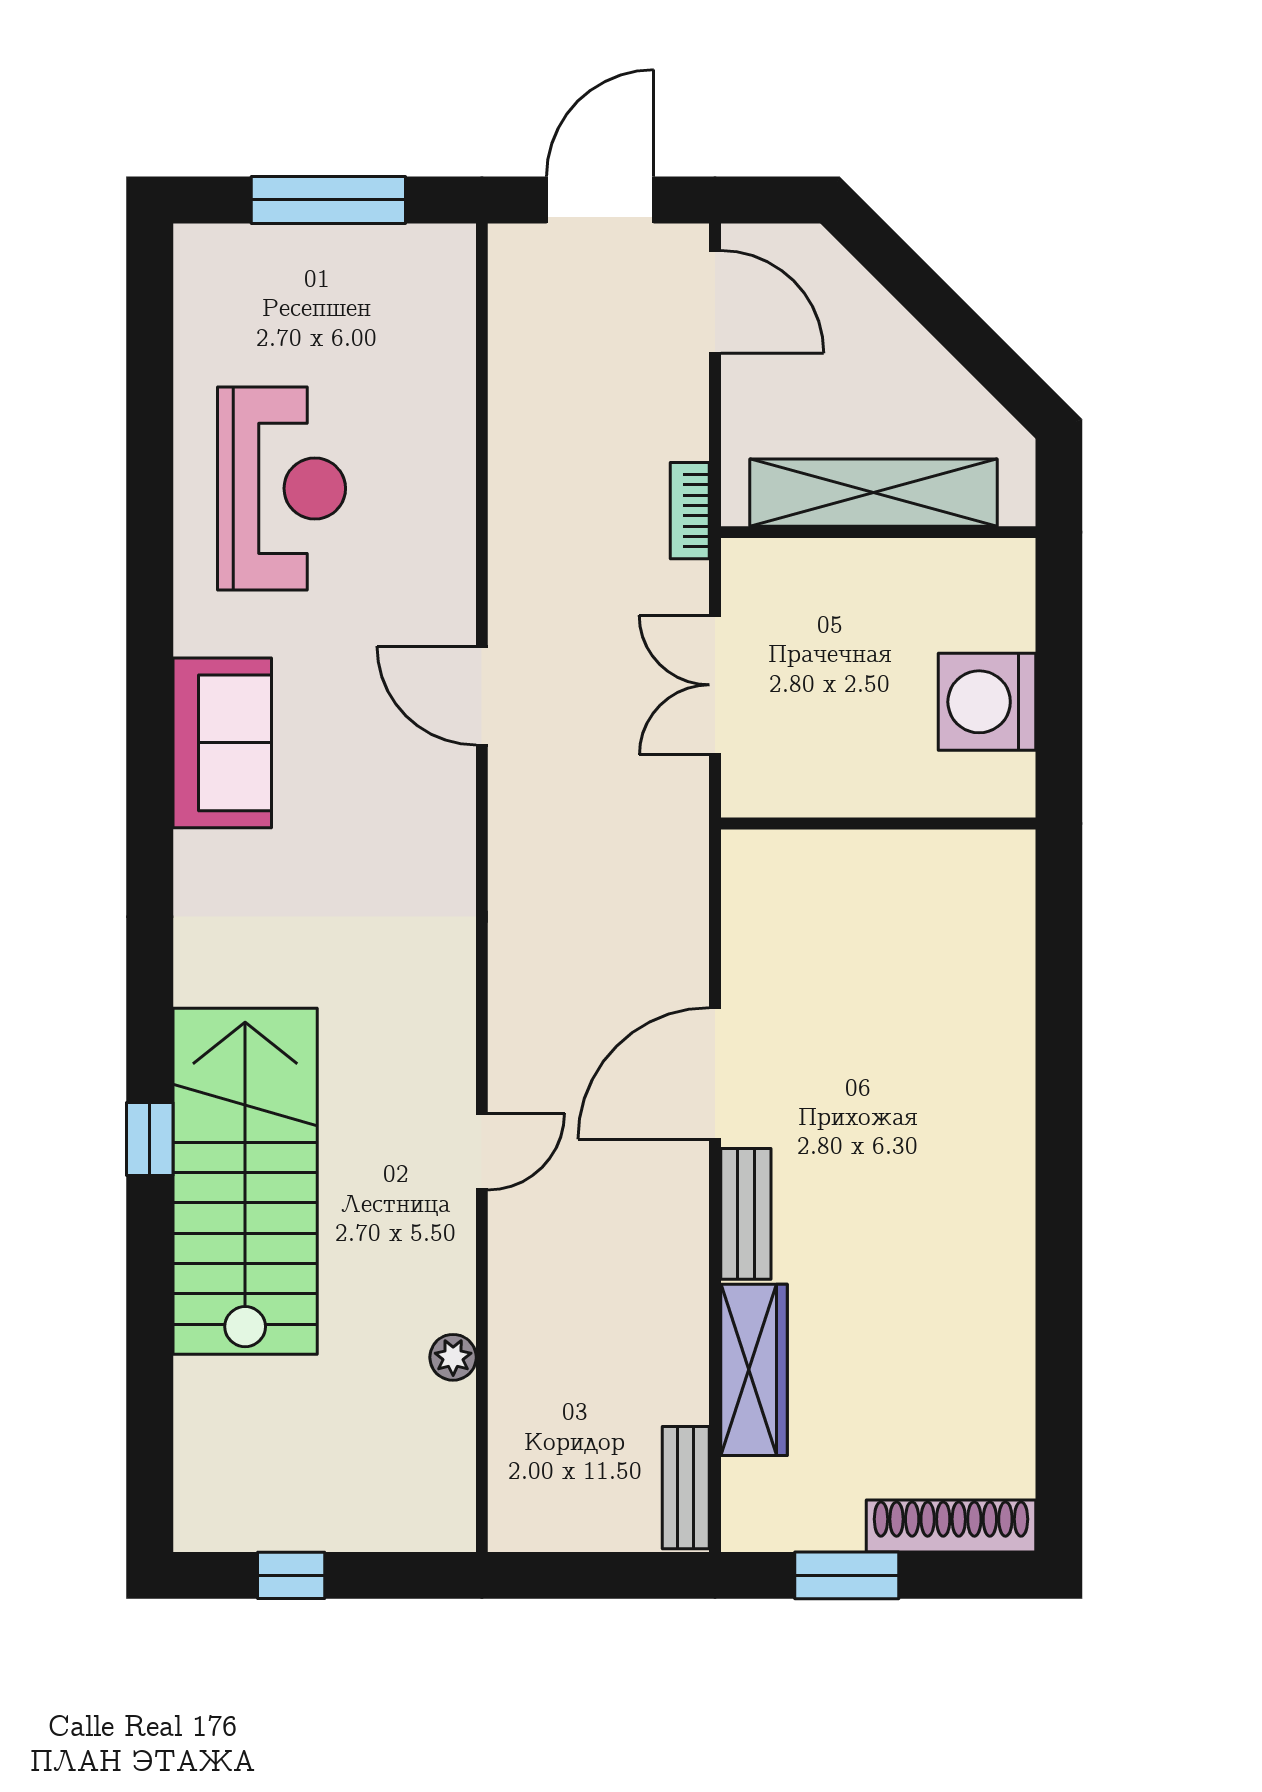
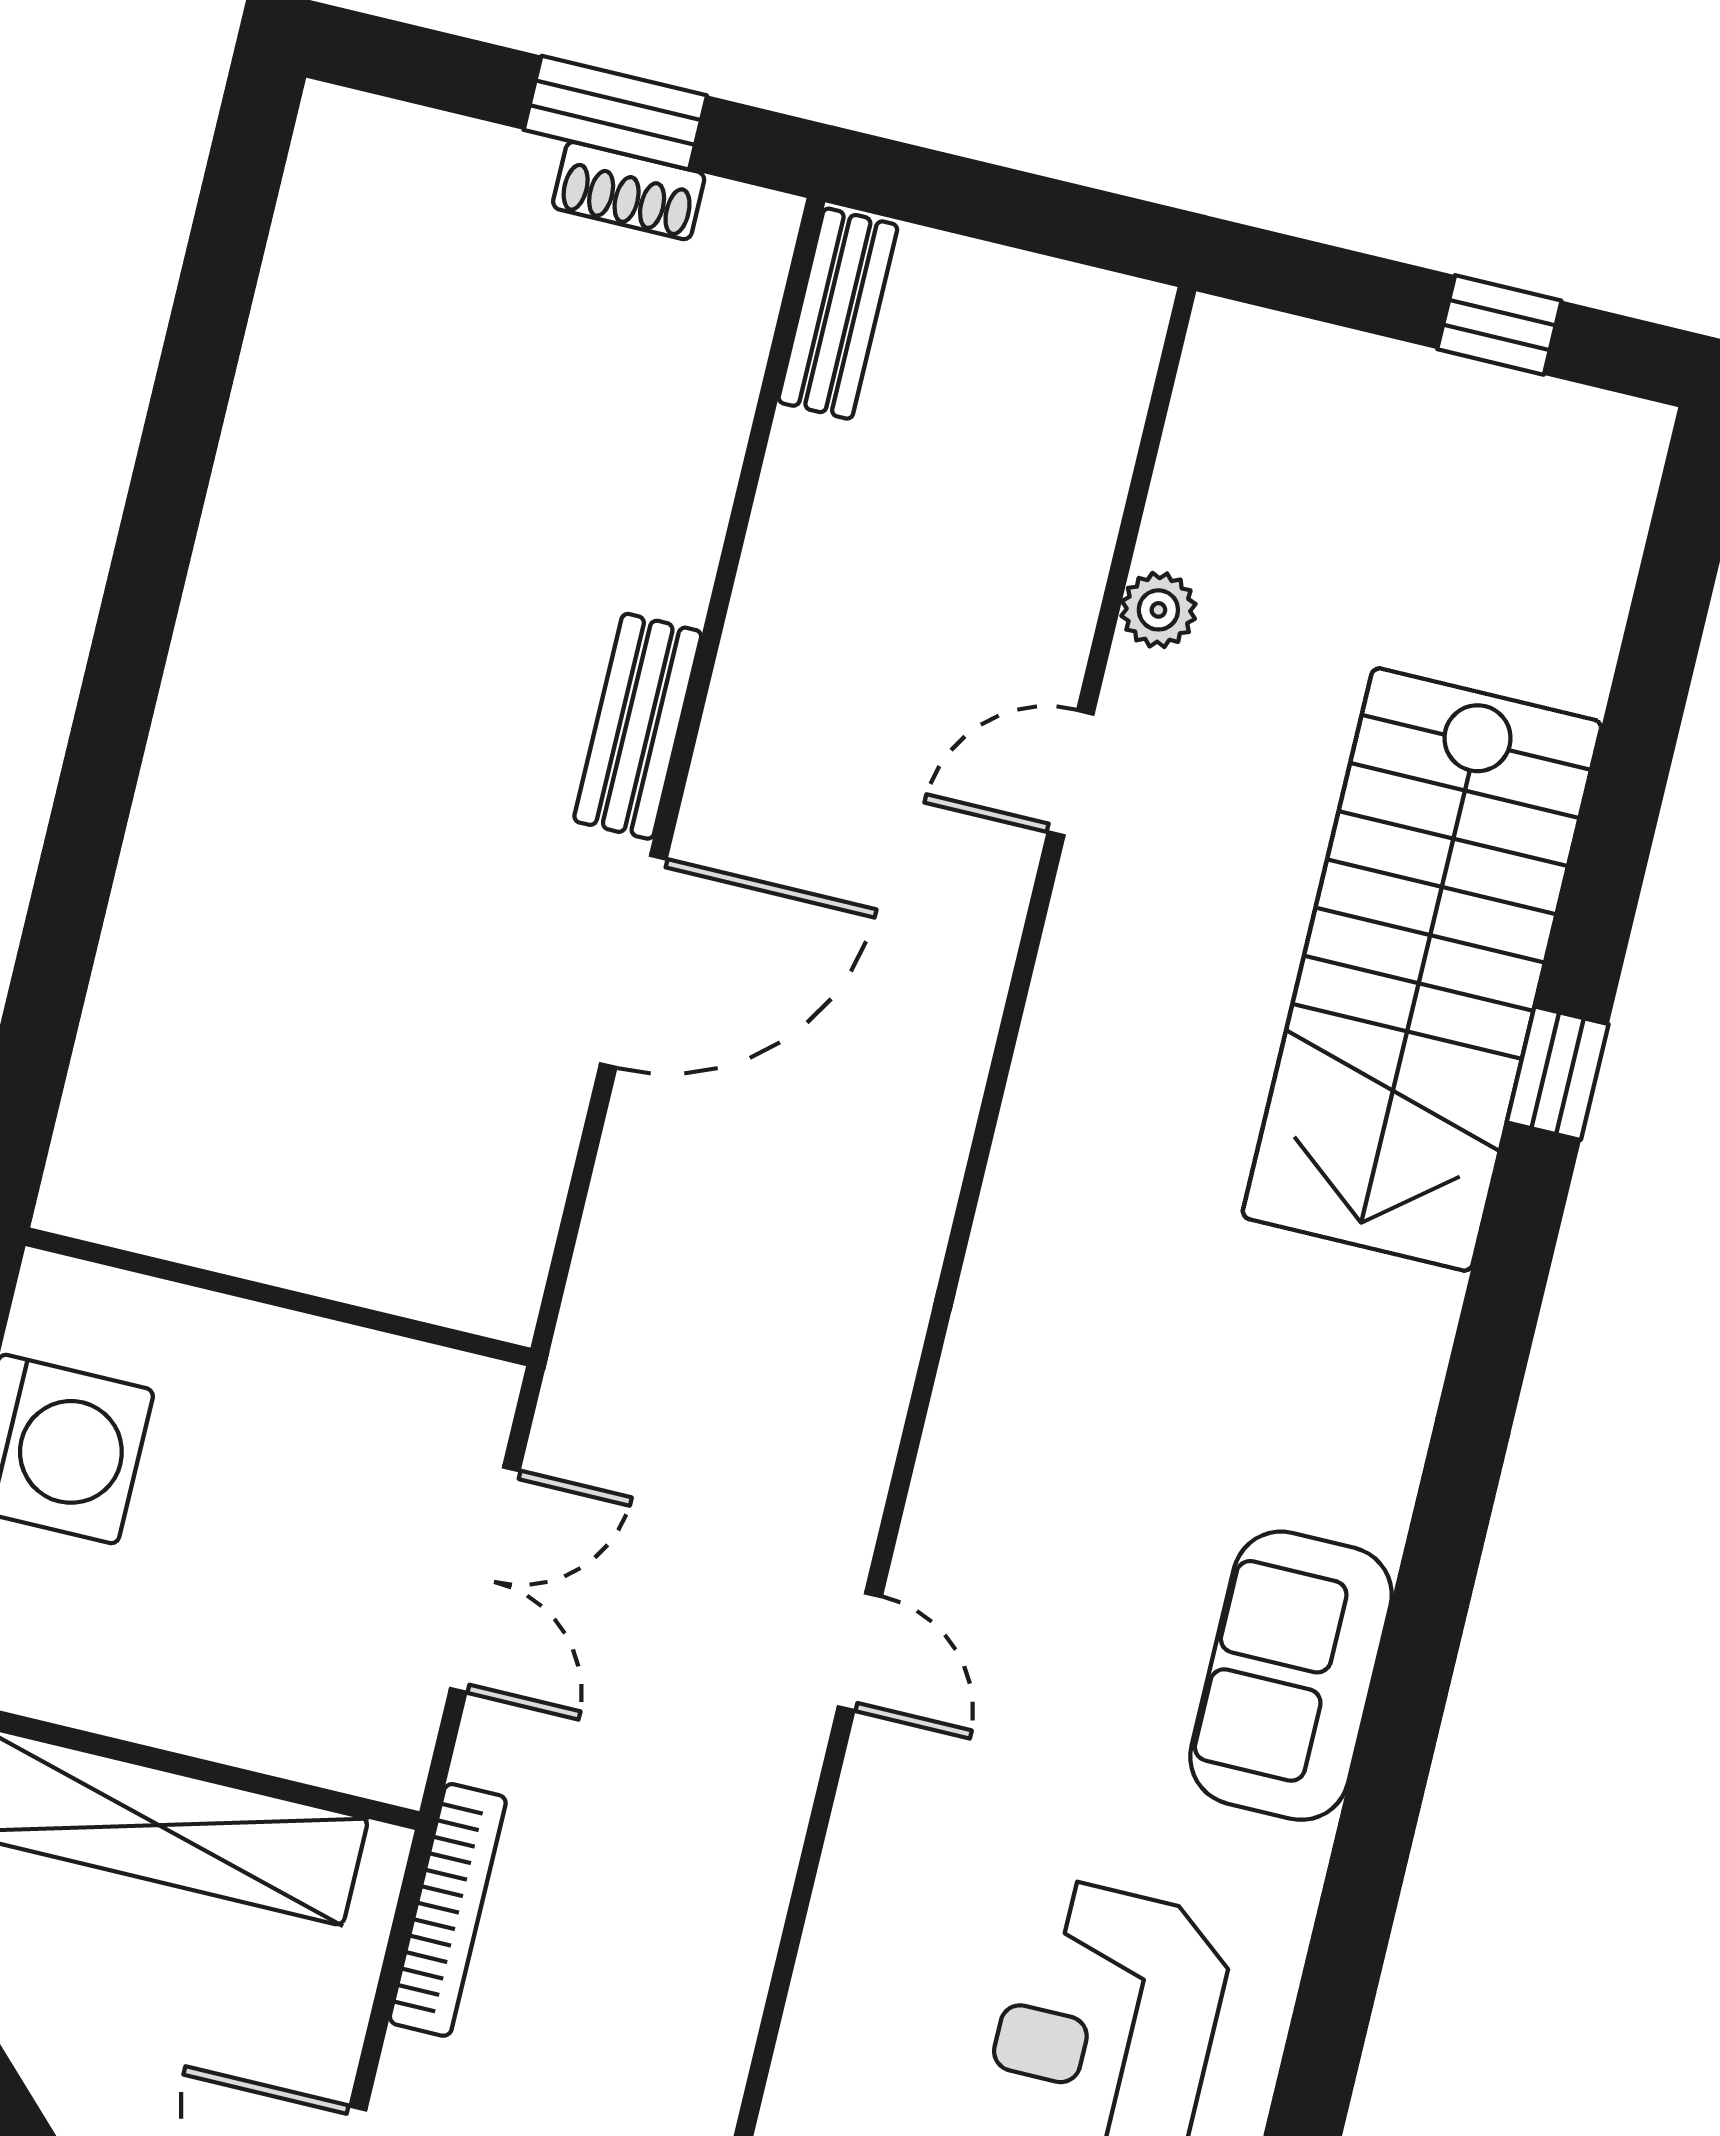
bookcase: (690, 511) -> (448, 1910), width x1.56
door: (482, 696) -> (860, 1652), width x0.73
door: (482, 1151) -> (1071, 773), moved
wardrobe: (754, 1370) -> (684, 475), removed
shoe rack: (951, 1526) -> (629, 191), moved, width x0.51, depth x0.81

